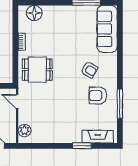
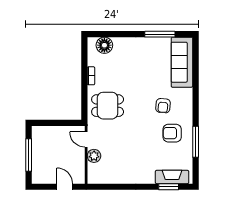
armchair: (89, 70) -> (163, 106), turned 64
plant: (25, 131) -> (94, 156), moved
window: (82, 146) -> (169, 187), moved

